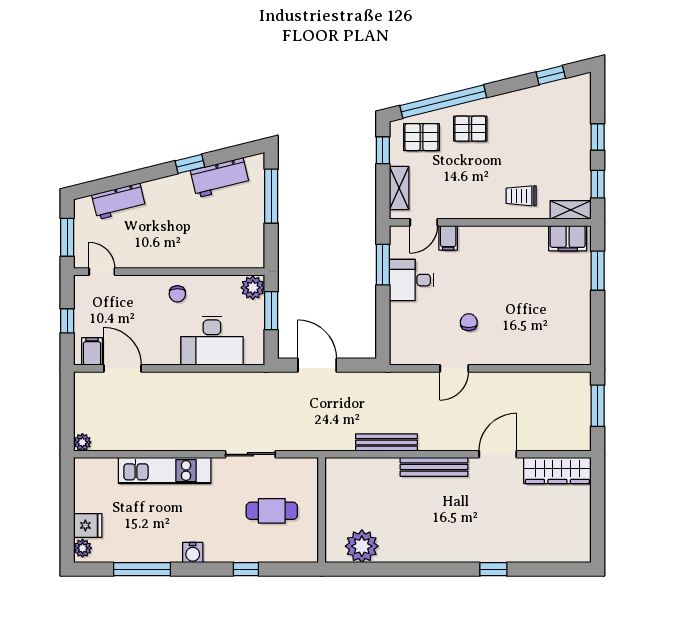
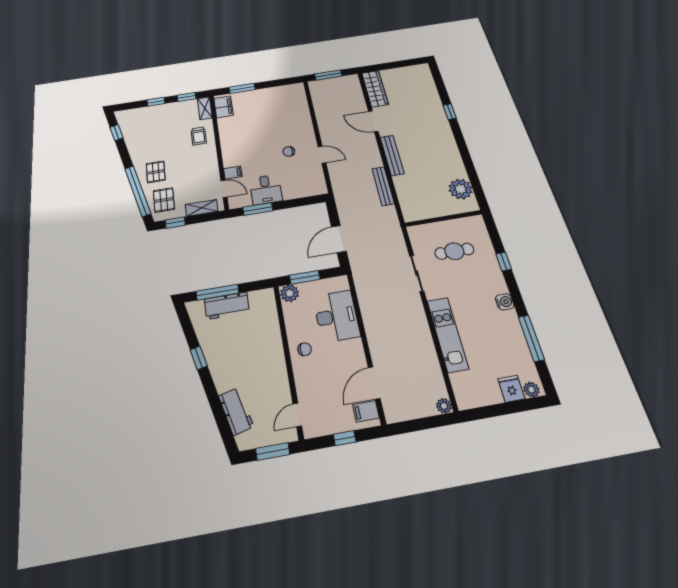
workbench: (220, 178) -> (227, 306), moved, turned 104
cafe table: (272, 511) -> (454, 251), turned 90

